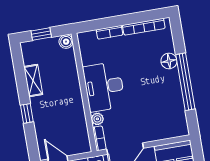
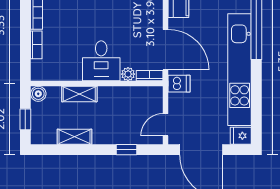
shelving: (72, 78) -> (79, 94), added
desk: (104, 87) -> (101, 61), width x0.73
window: (27, 113) -> (126, 150), moved

